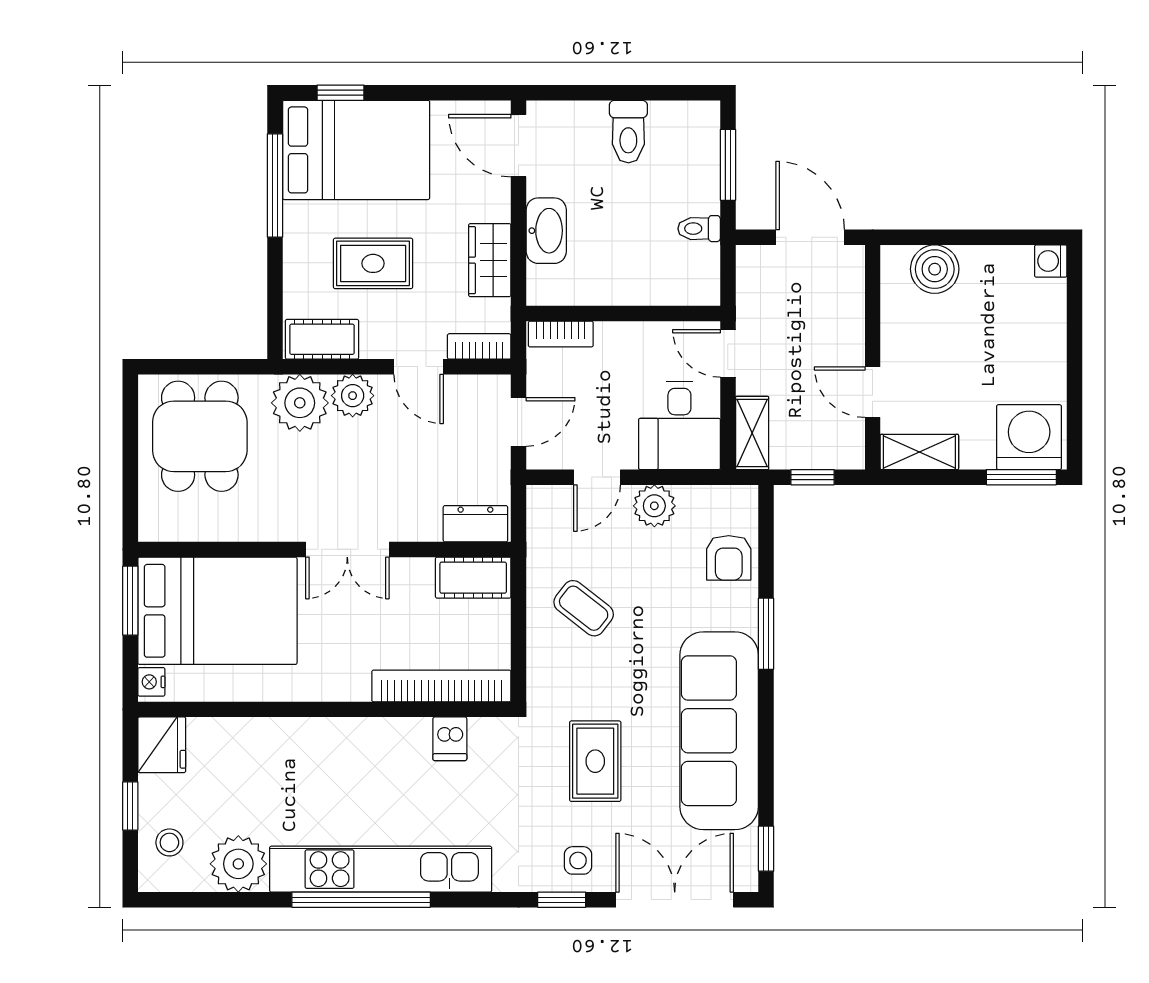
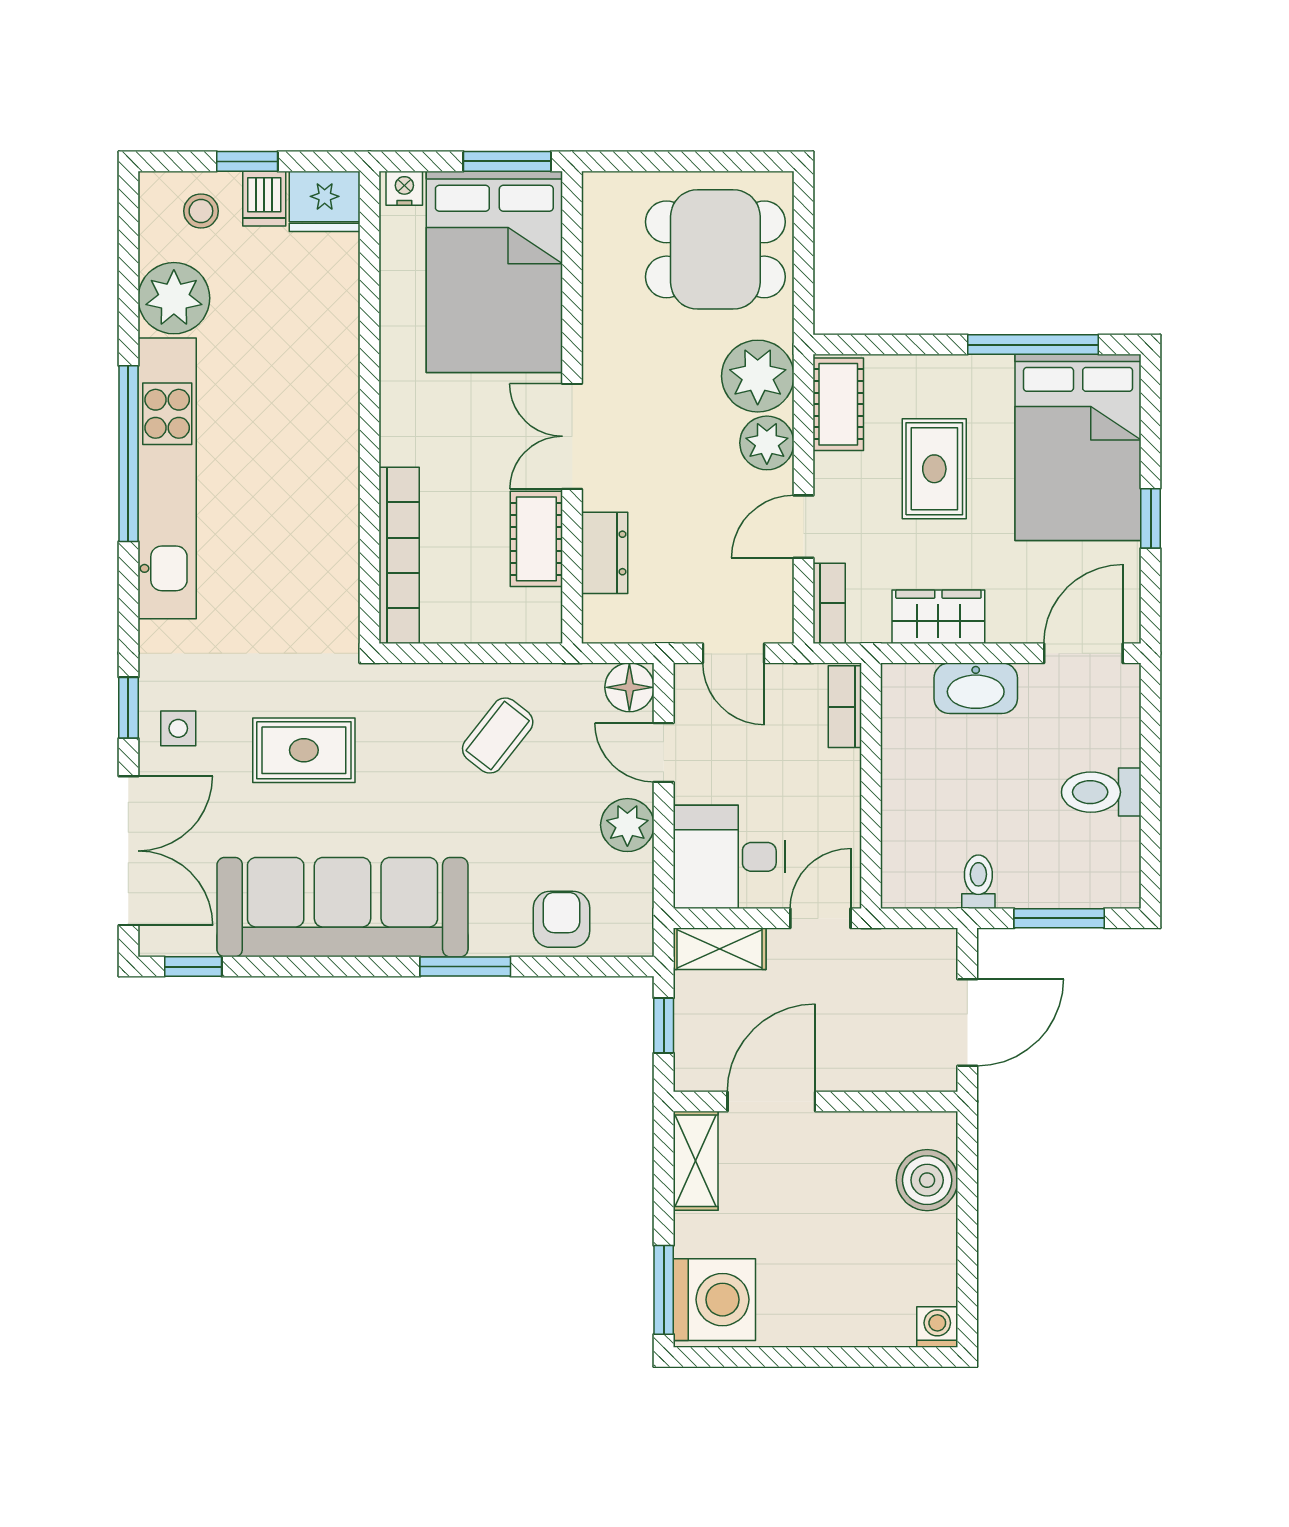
window: (341, 93) -> (1151, 518), moved
door: (873, 392) -> (771, 1102), width x1.38
floor lamp: (546, 504) -> (629, 687), added
dresser: (475, 524) -> (605, 553), moved
armchair: (729, 558) -> (561, 919), turned 90
cot: (473, 578) -> (536, 539), moved
dishwasher: (450, 739) -> (264, 199), moved, turned -90

